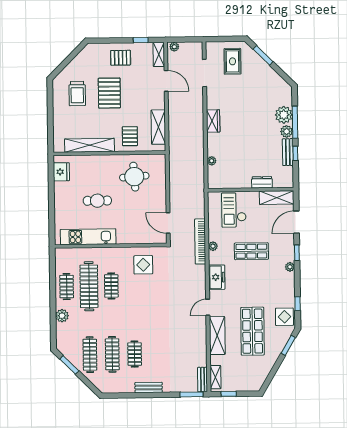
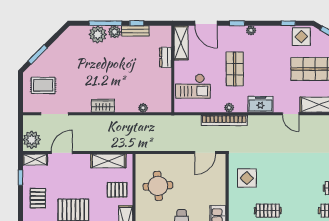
plant: (174, 47) -> (32, 140), width x1.87, depth x1.87

